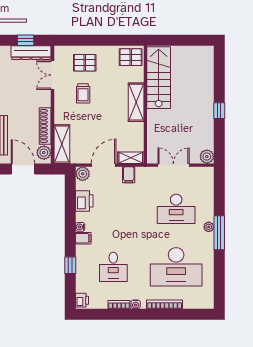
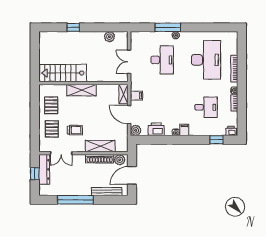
pallet: (131, 57) -> (51, 105), moved
window: (219, 111) -> (73, 27), moved
shelving: (62, 144) -> (100, 146), moved
plant: (207, 157) -> (109, 37), moved
window: (219, 233) -> (168, 27), moved
window: (70, 265) -> (216, 140), moved

